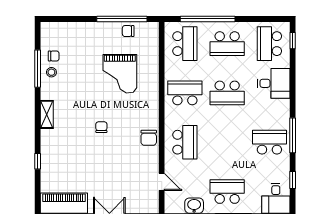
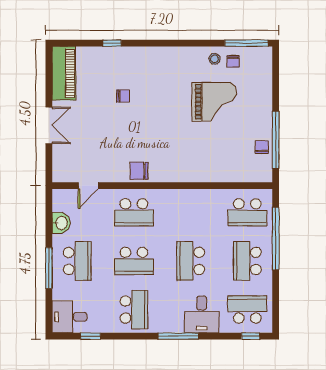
window: (38, 69) -> (246, 43), moved
grand piano: (120, 74) -> (214, 102), moved, turned 180
school desk: (185, 93) -> (134, 261), moved, turned 90
shelving: (47, 114) -> (166, 54), removed
chair: (101, 127) -> (123, 96), moved
window: (293, 135) -> (178, 336), moved

